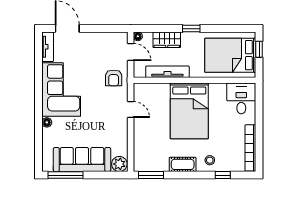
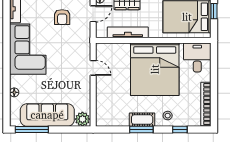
door: (131, 52) -> (93, 14), hinge flipped
armchair: (114, 78) -> (62, 17), moved
bed: (189, 111) -> (155, 69), width x1.36
floor lamp: (47, 122) -> (14, 92), moved
window: (151, 175) -> (141, 130), moved

